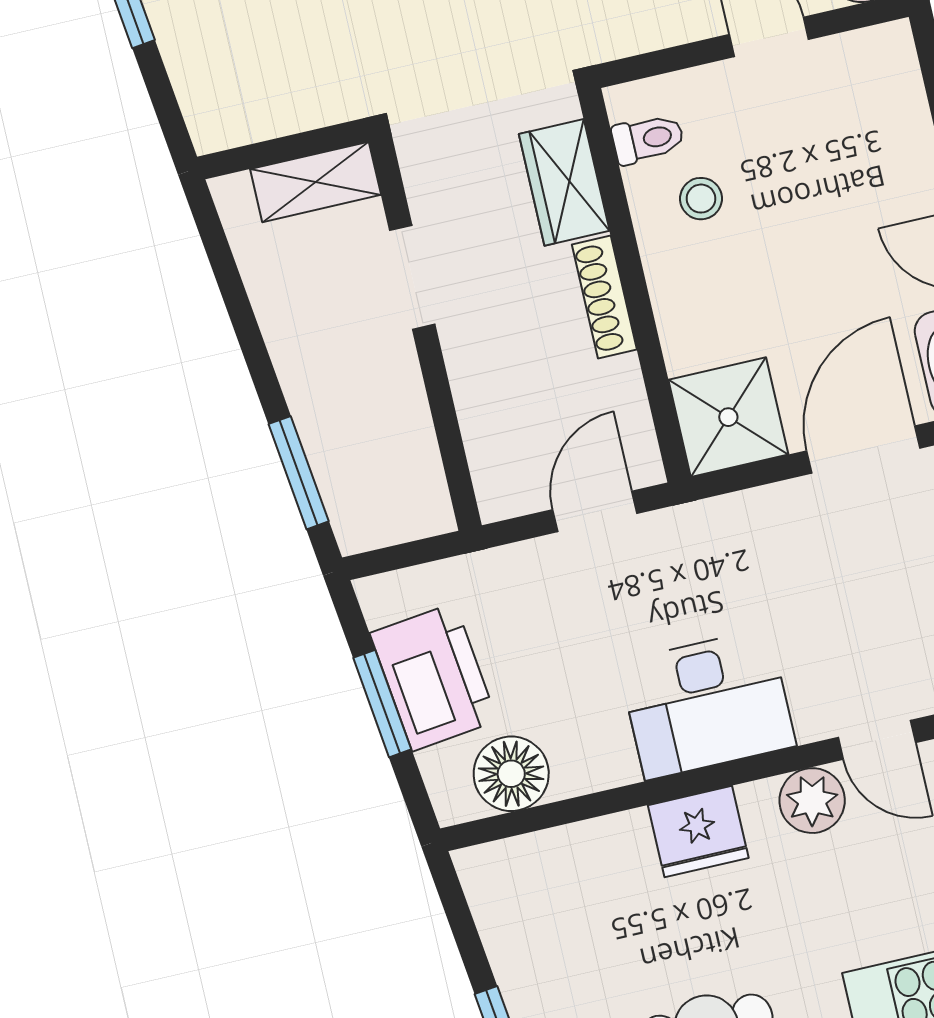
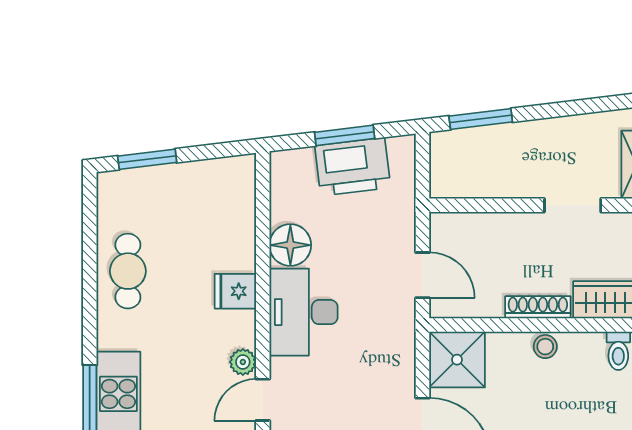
stool: (701, 199) -> (545, 347), moved
floor lamp: (511, 774) -> (290, 245), moved
plant: (812, 801) -> (243, 362), width x0.73, depth x0.73
fridge: (698, 832) -> (235, 291), width x0.72

